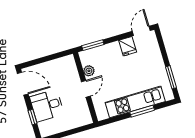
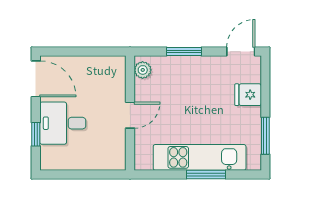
window: (93, 45) -> (184, 52), moved
fridge: (128, 46) -> (248, 95), moved, turned 90
plant: (89, 71) -> (143, 70), moved

